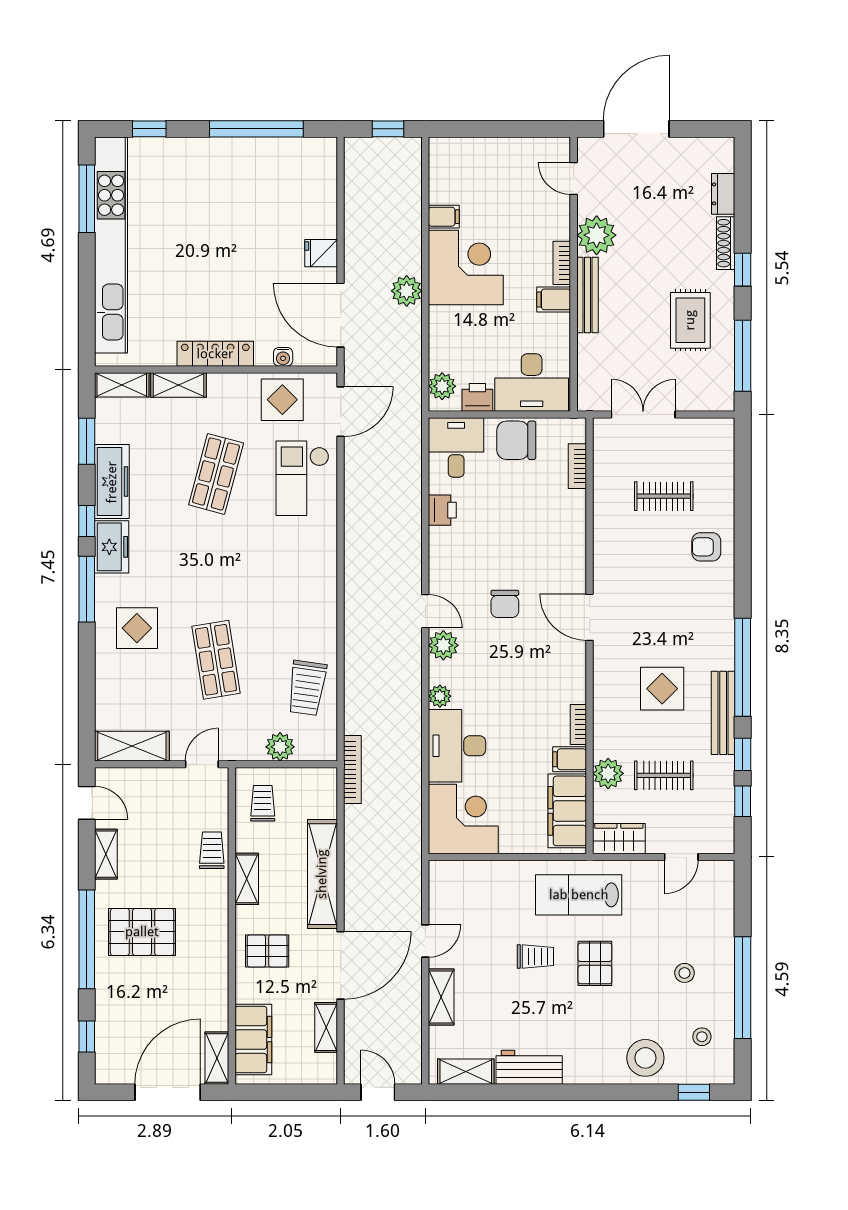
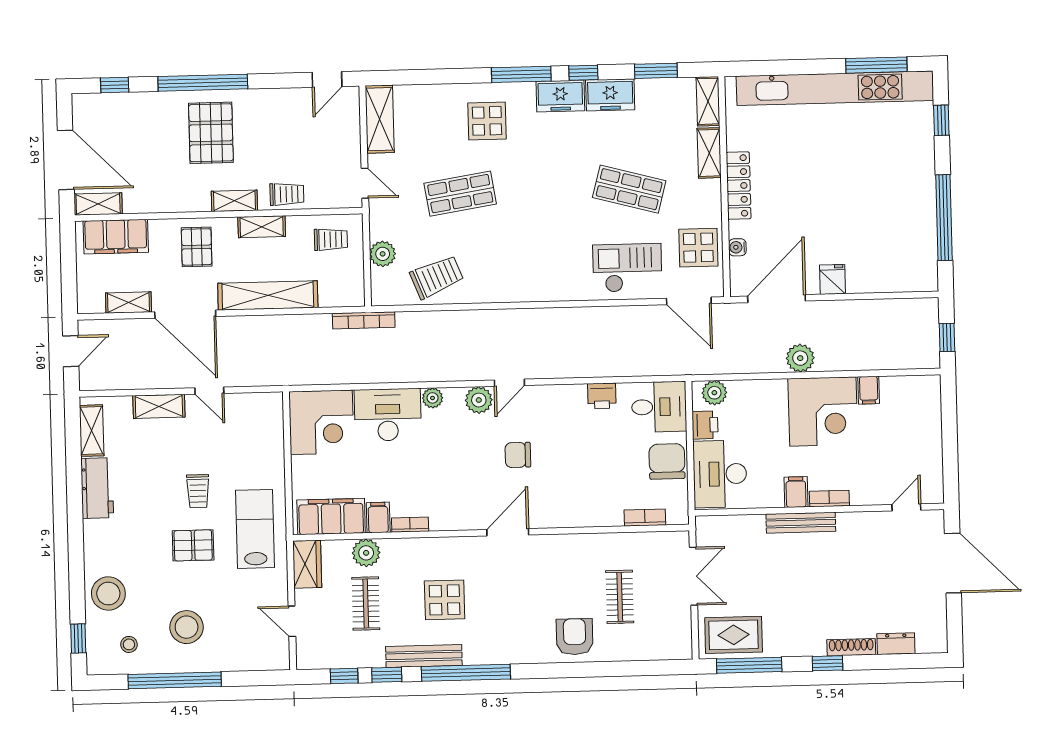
plant: (597, 235) -> (855, 530), removed
rug: (690, 320) -> (734, 635), moved
freezer: (112, 482) -> (610, 95), width x0.71
armchair: (706, 547) -> (575, 637), width x1.38, depth x1.38
trolley: (307, 688) -> (437, 277), turned 150
shelving: (106, 854) -> (234, 201), moved
stool: (685, 973) -> (187, 627), width x1.89, depth x1.89

